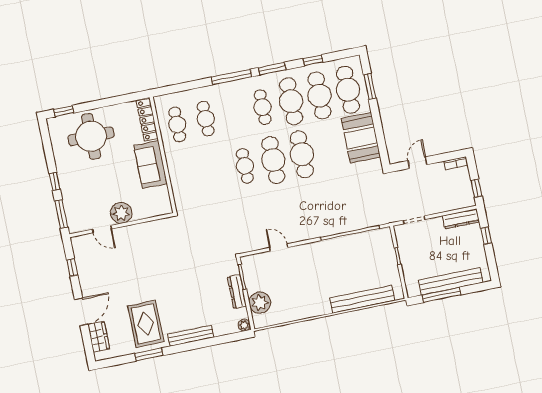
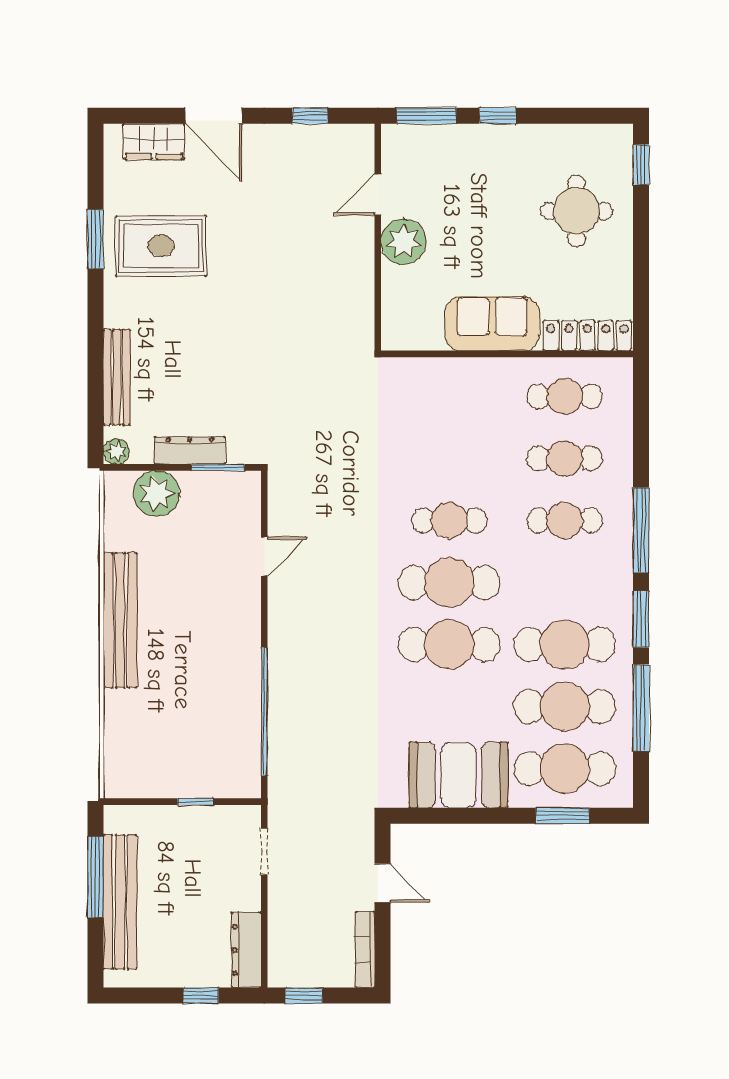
window: (313, 60) -> (641, 708), width x2.17
cafe table: (263, 107) -> (565, 520), moved
round table: (91, 136) -> (576, 211), width x0.73, depth x0.73
bookcase: (456, 163) -> (365, 950), width x1.56
bench: (362, 299) -> (120, 620), moved
bench: (191, 336) -> (117, 377), moved

